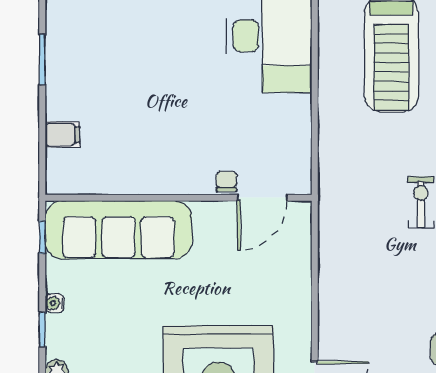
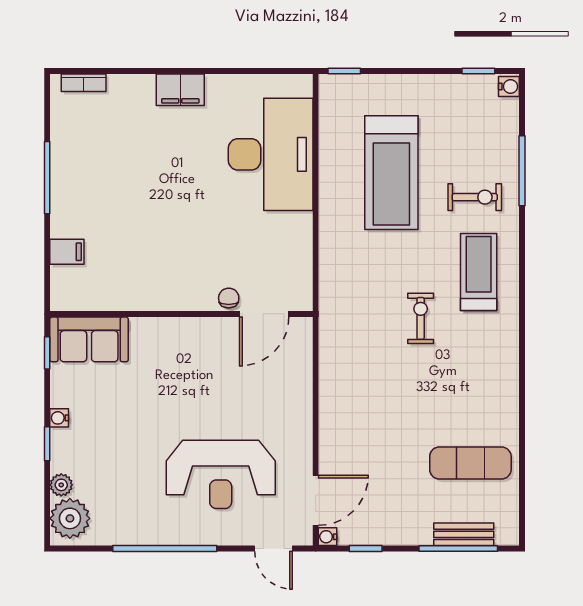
window: (42, 59) -> (47, 178), width x1.44
sofa: (118, 230) -> (89, 339), width x0.54, depth x0.79

